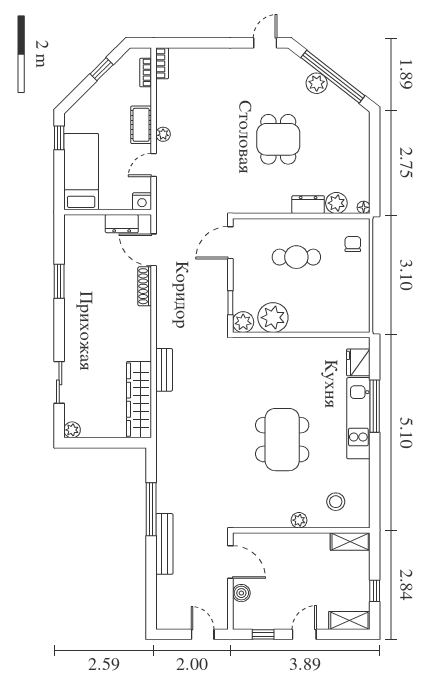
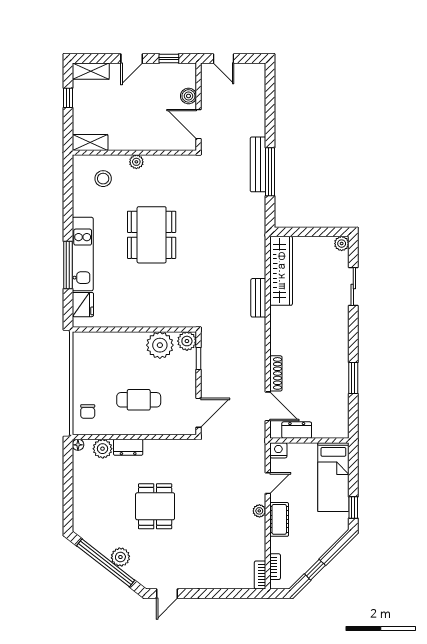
bench: (164, 544) -> (258, 164), moved

